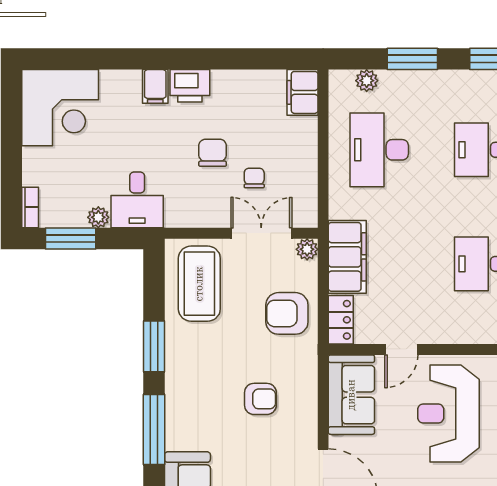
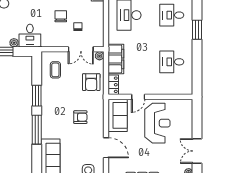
double door: (261, 233) -> (81, 49), swing flipped
coffee table: (199, 284) -> (55, 70), width x0.54, depth x0.58
armchair: (287, 313) -> (91, 82), turned -90
reception desk: (448, 414) -> (157, 123), turned 180

